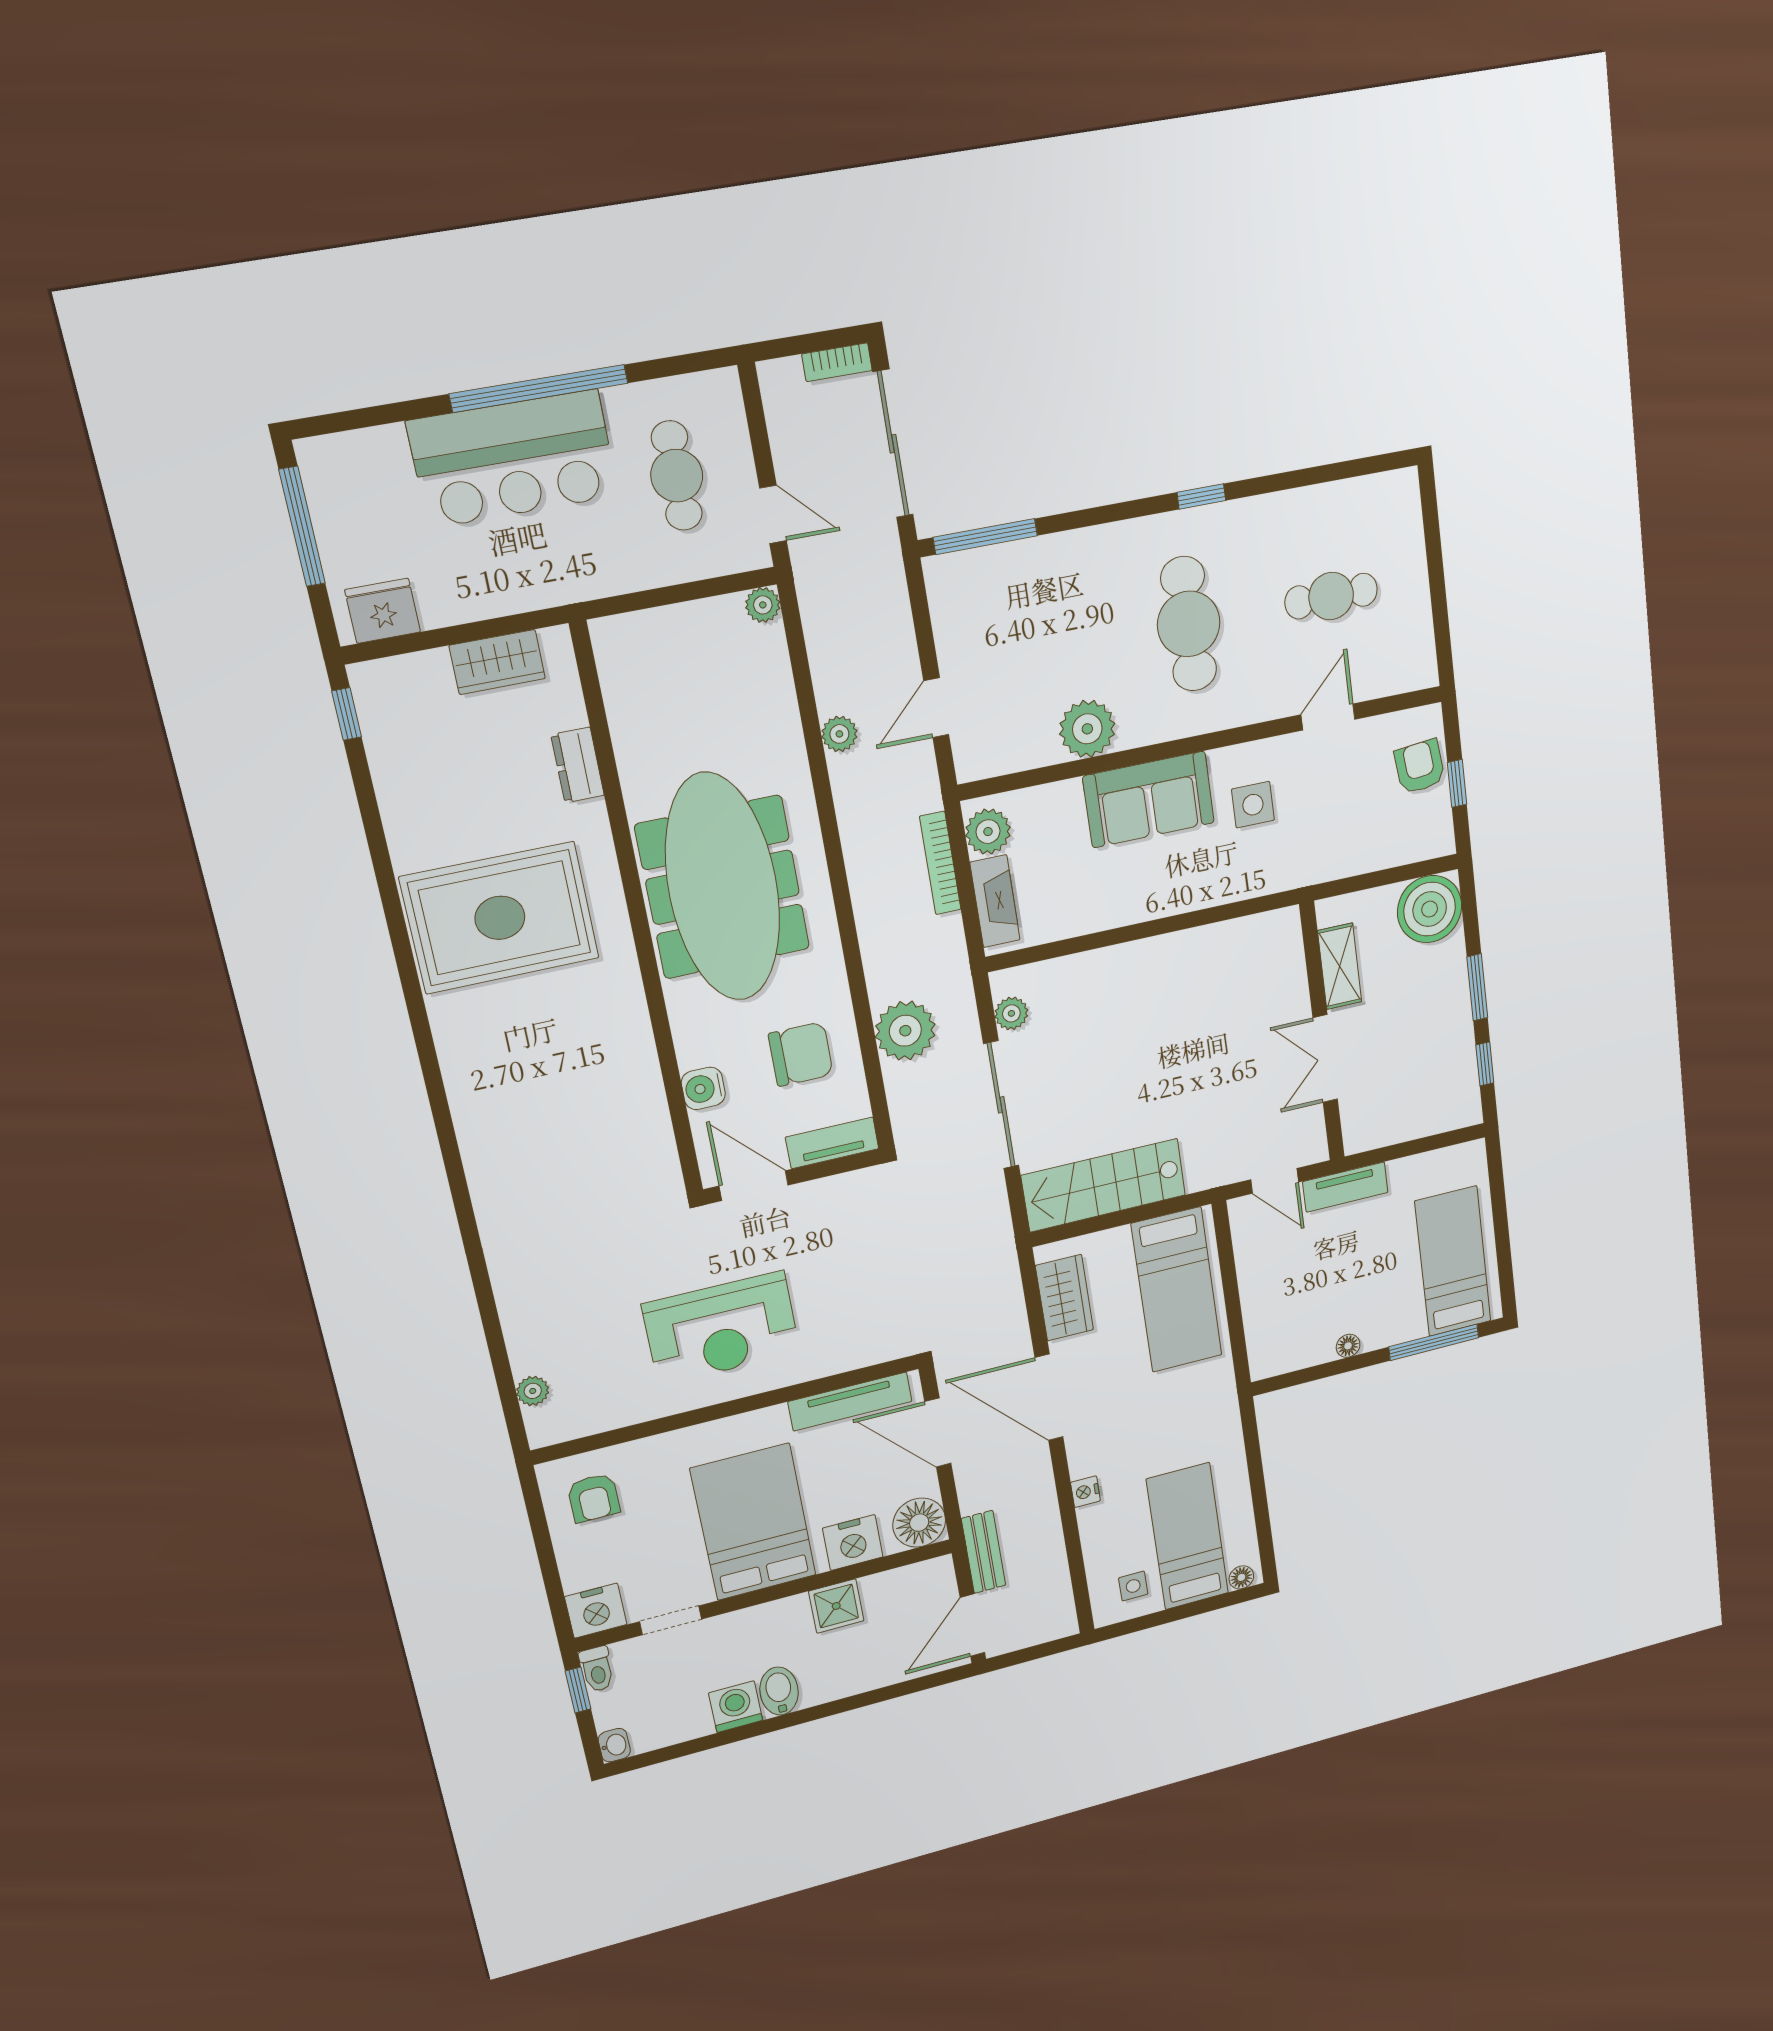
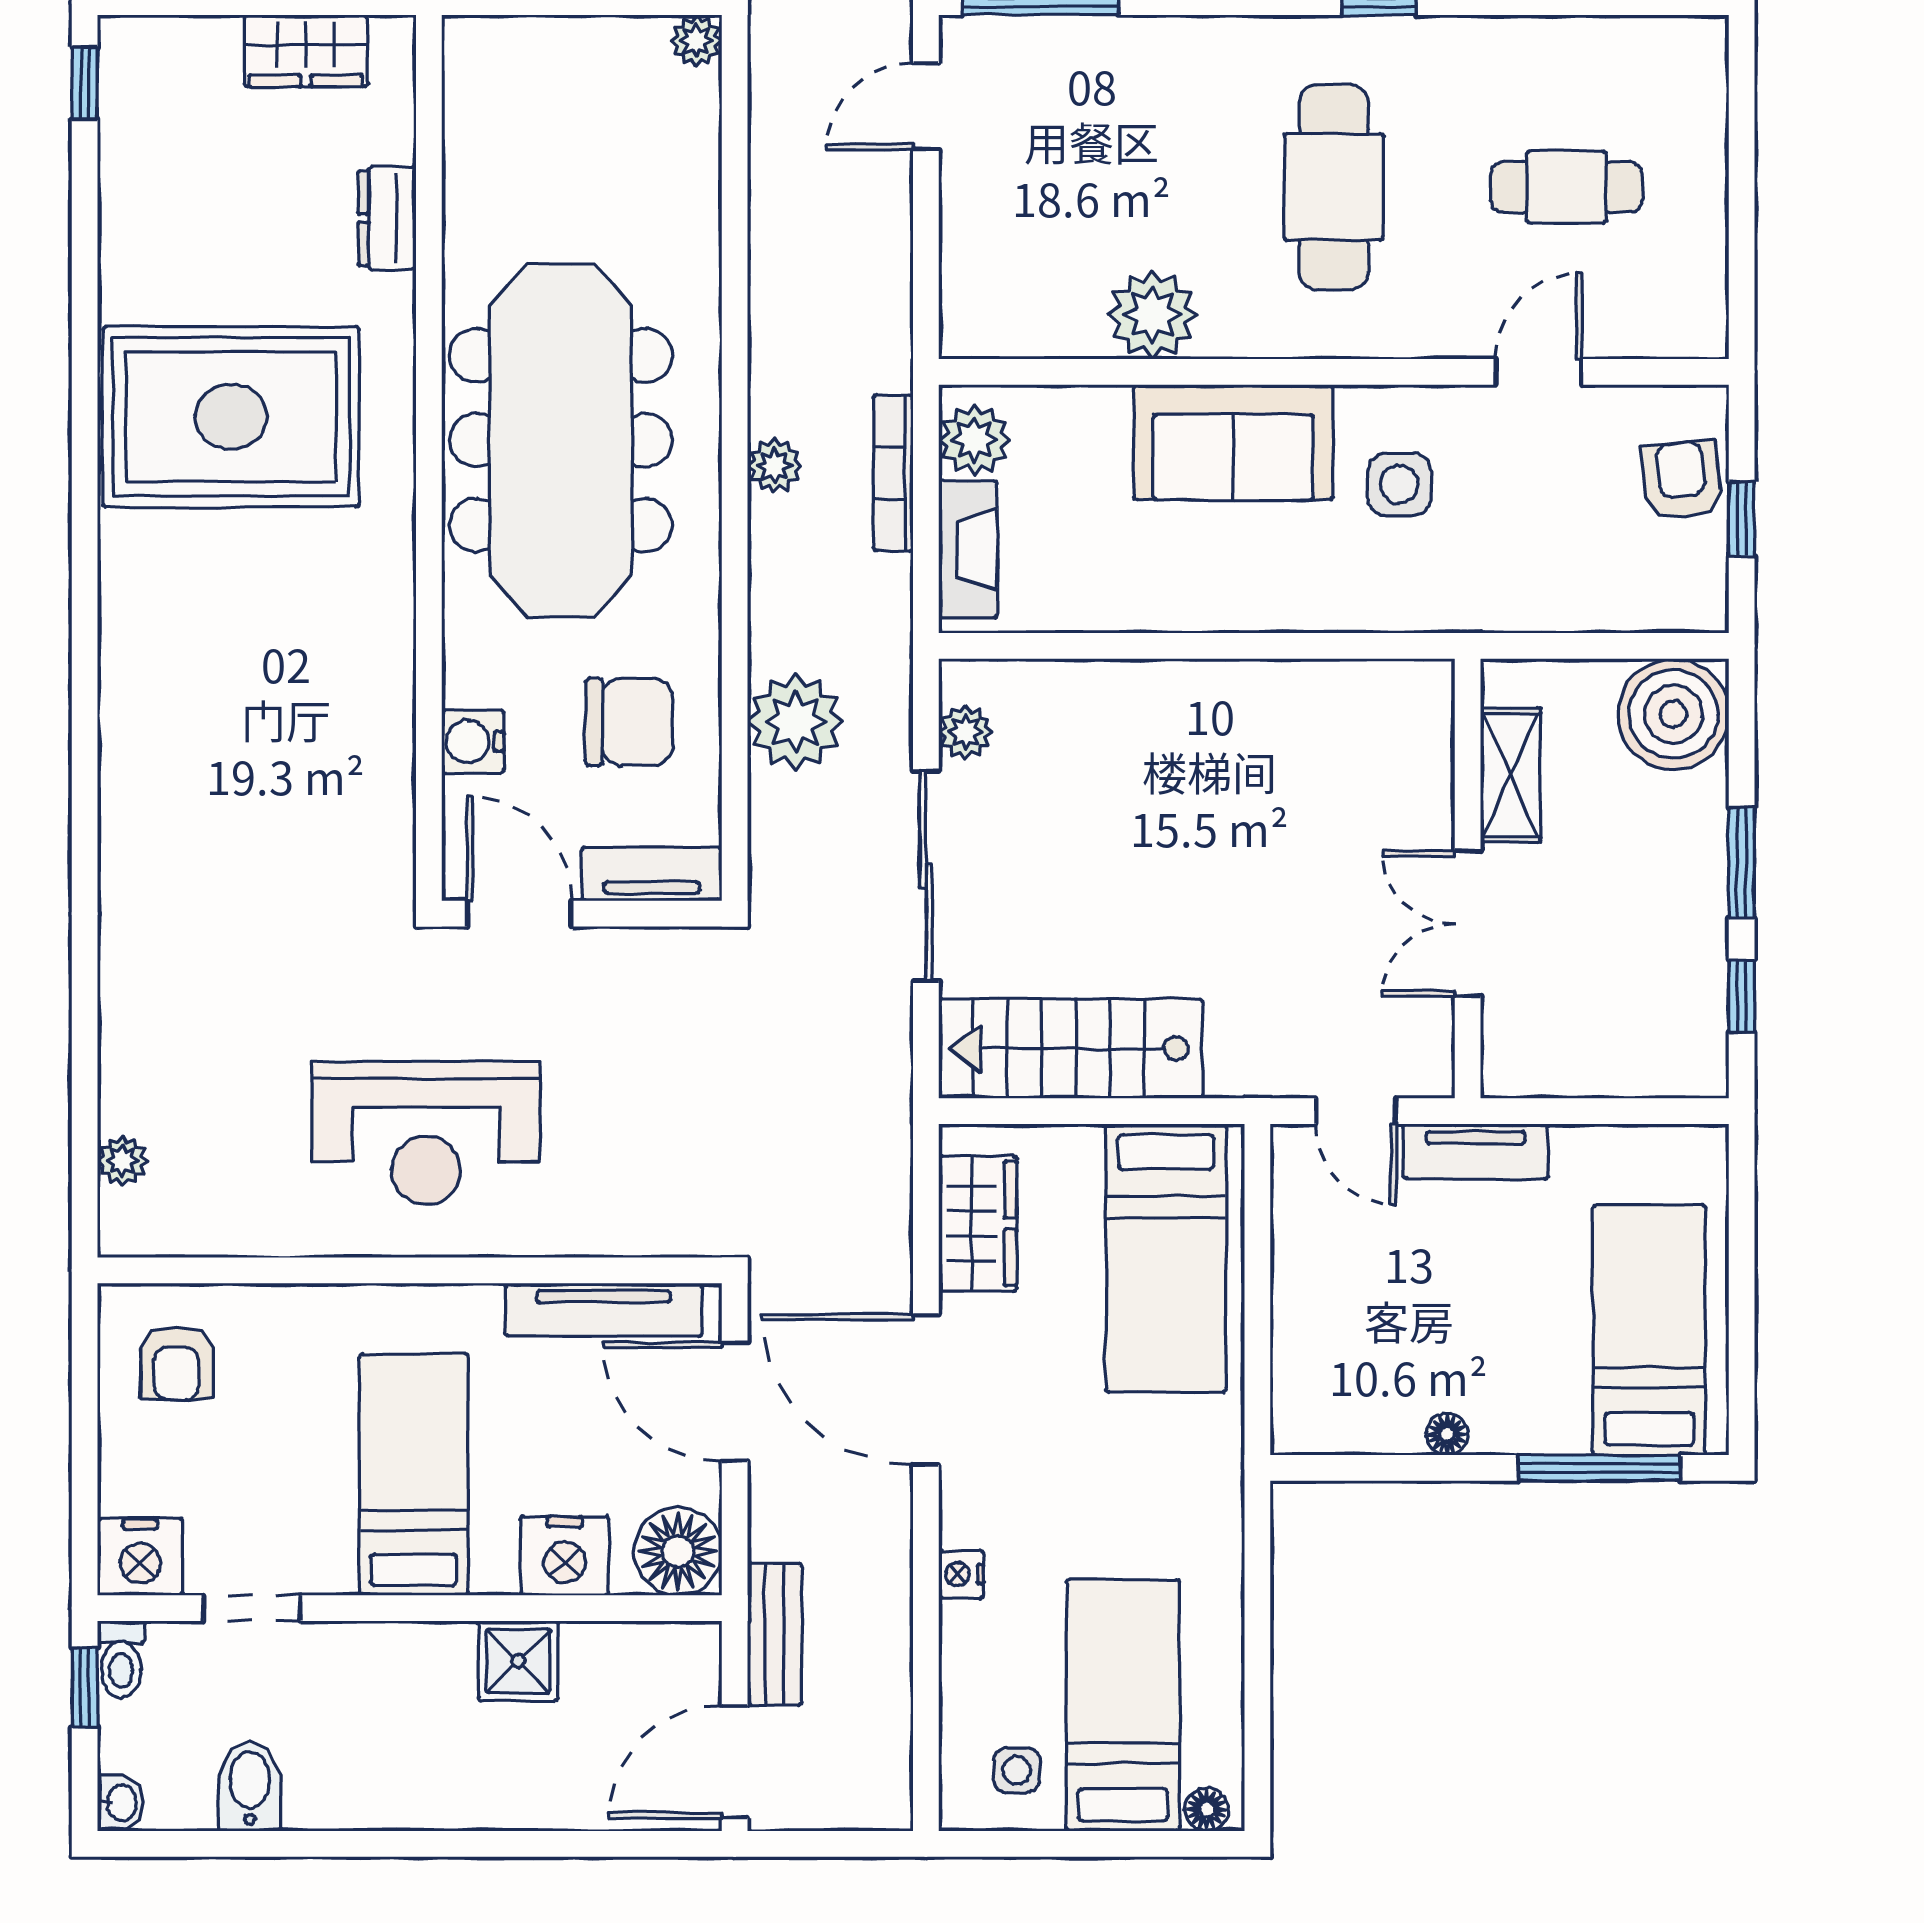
door: (936, 708) -> (926, 106), moved
plant: (839, 734) -> (775, 466), moved
bed: (753, 1522) -> (414, 1475), width x0.67
bidet: (779, 1691) -> (250, 1786), moved
washing machine: (736, 1707) -> (324, 1793), removed

